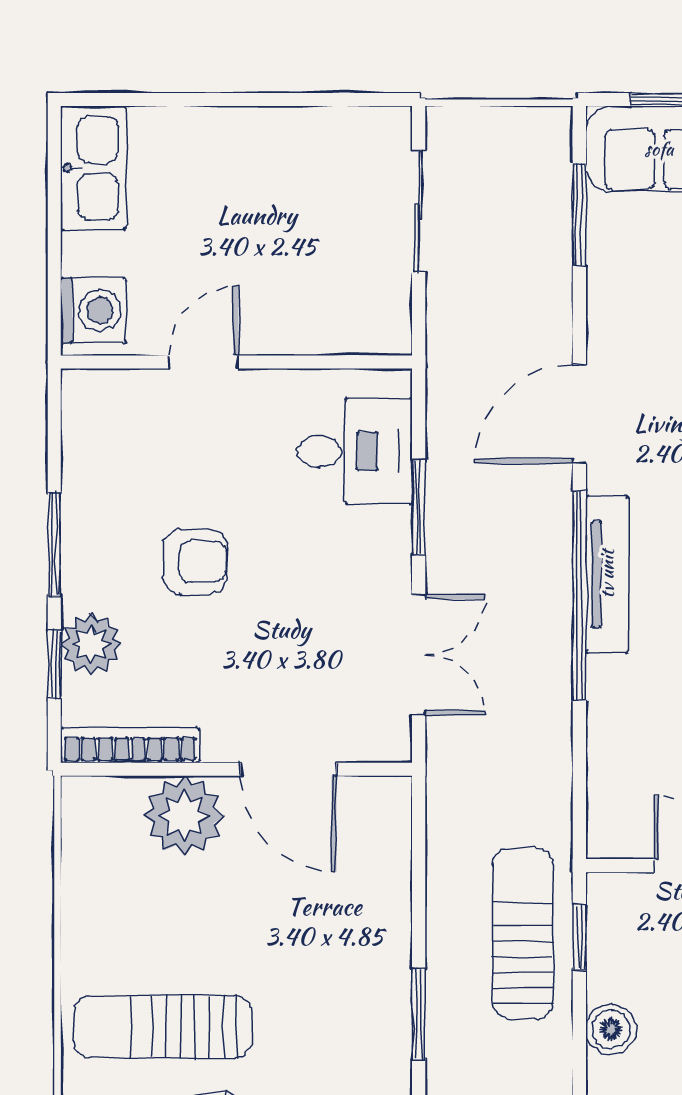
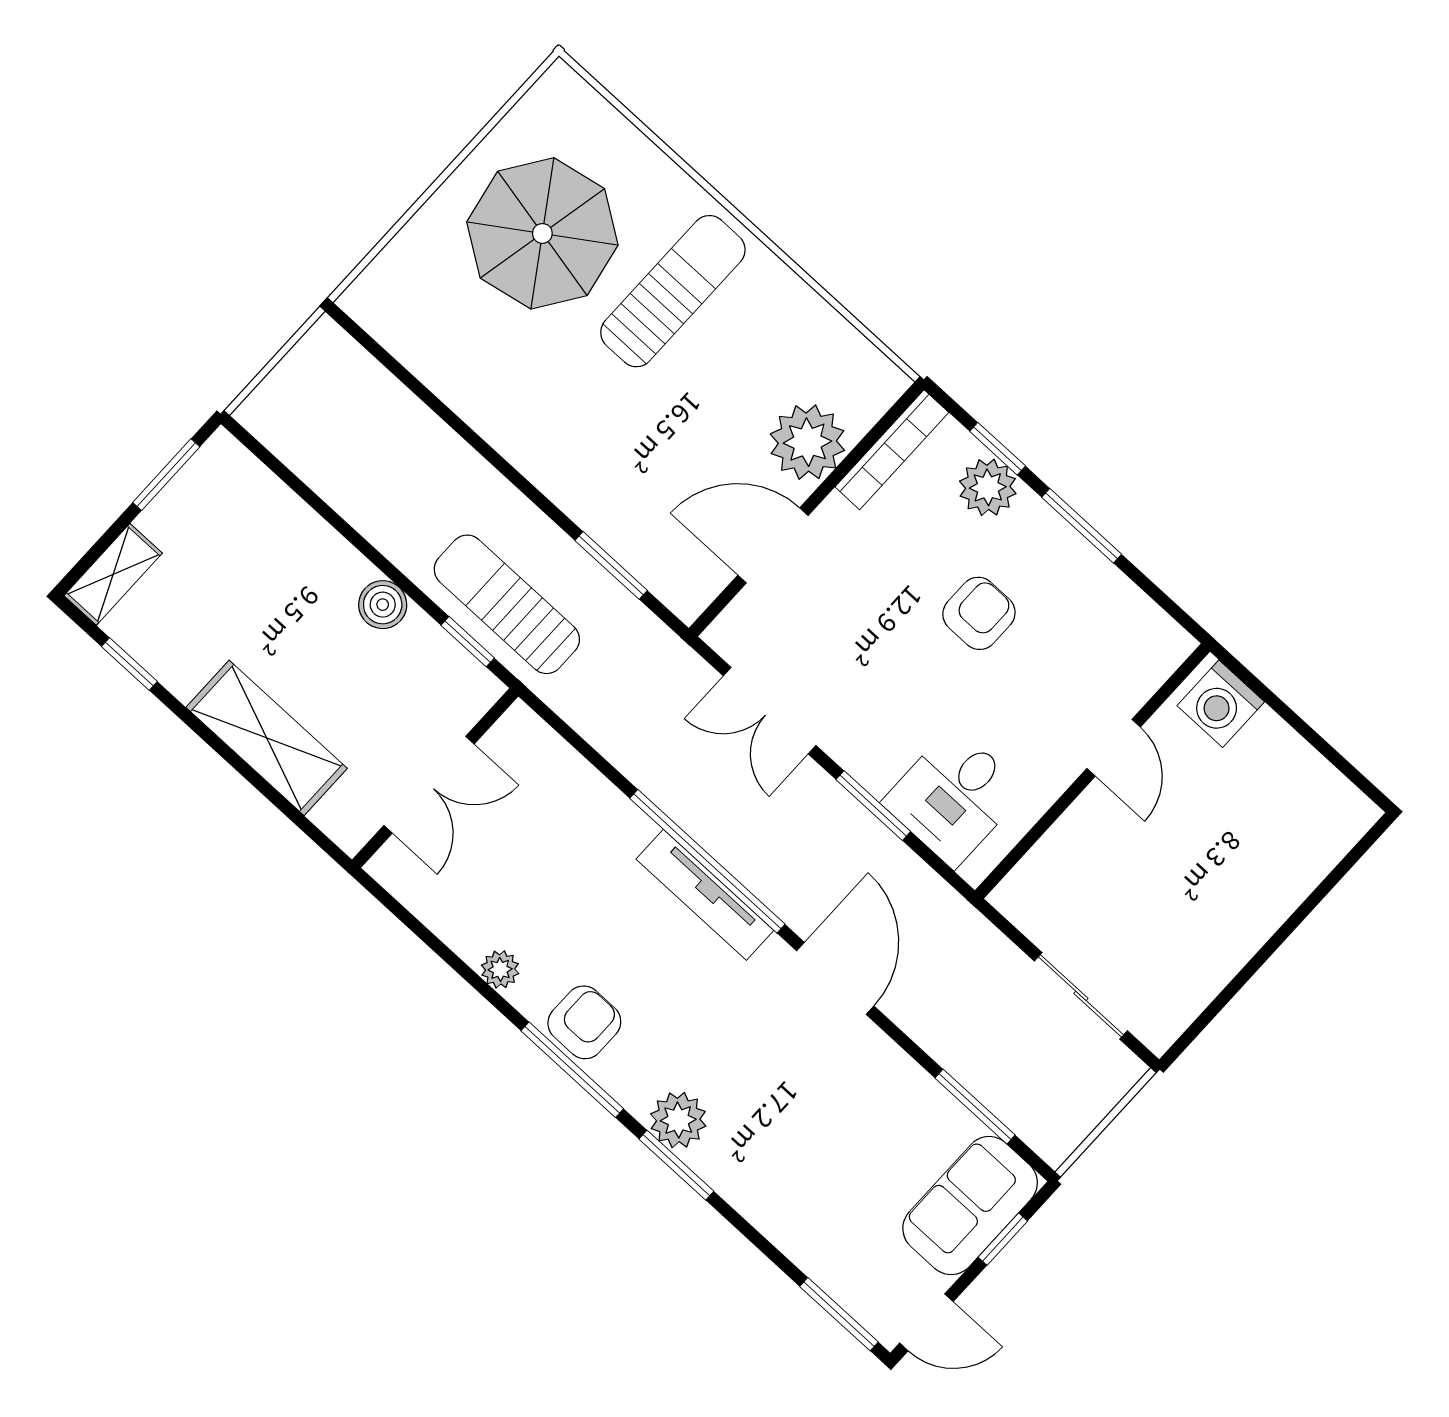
kitchen sink: (93, 168) -> (1321, 795), removed
armchair: (195, 562) -> (979, 613), turned 180
sun lounger: (523, 933) -> (507, 604), turned 180
window: (419, 1014) -> (611, 565), moved

